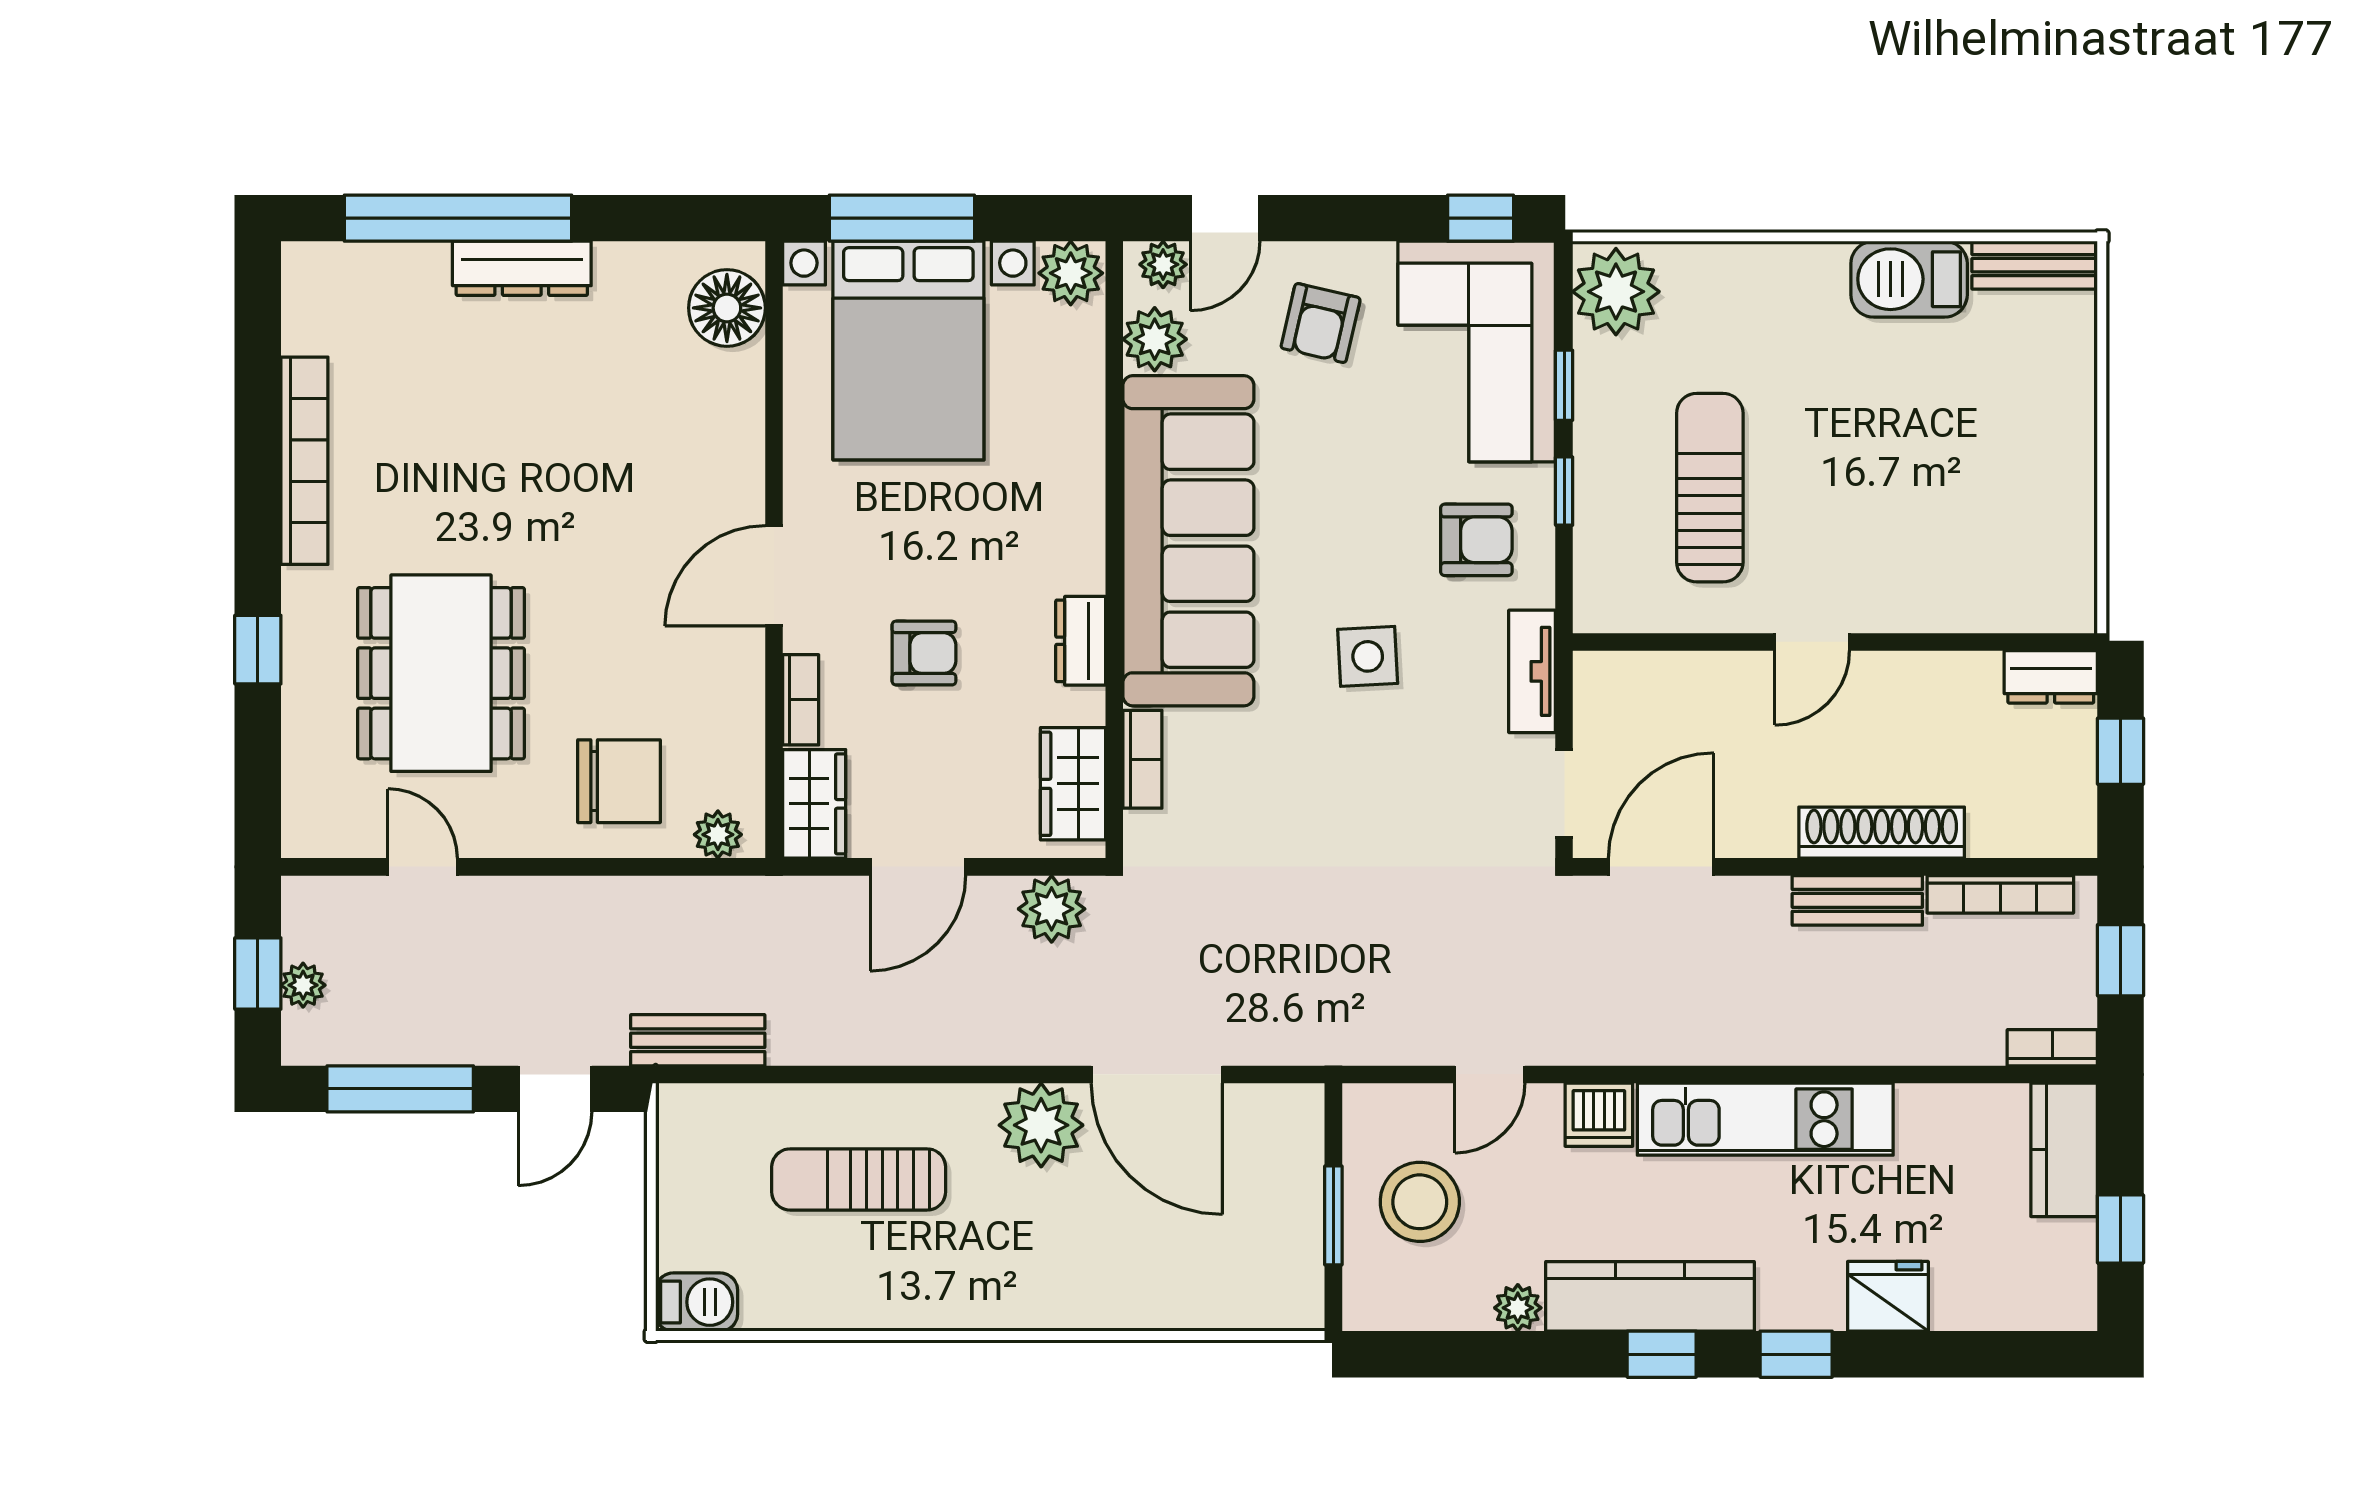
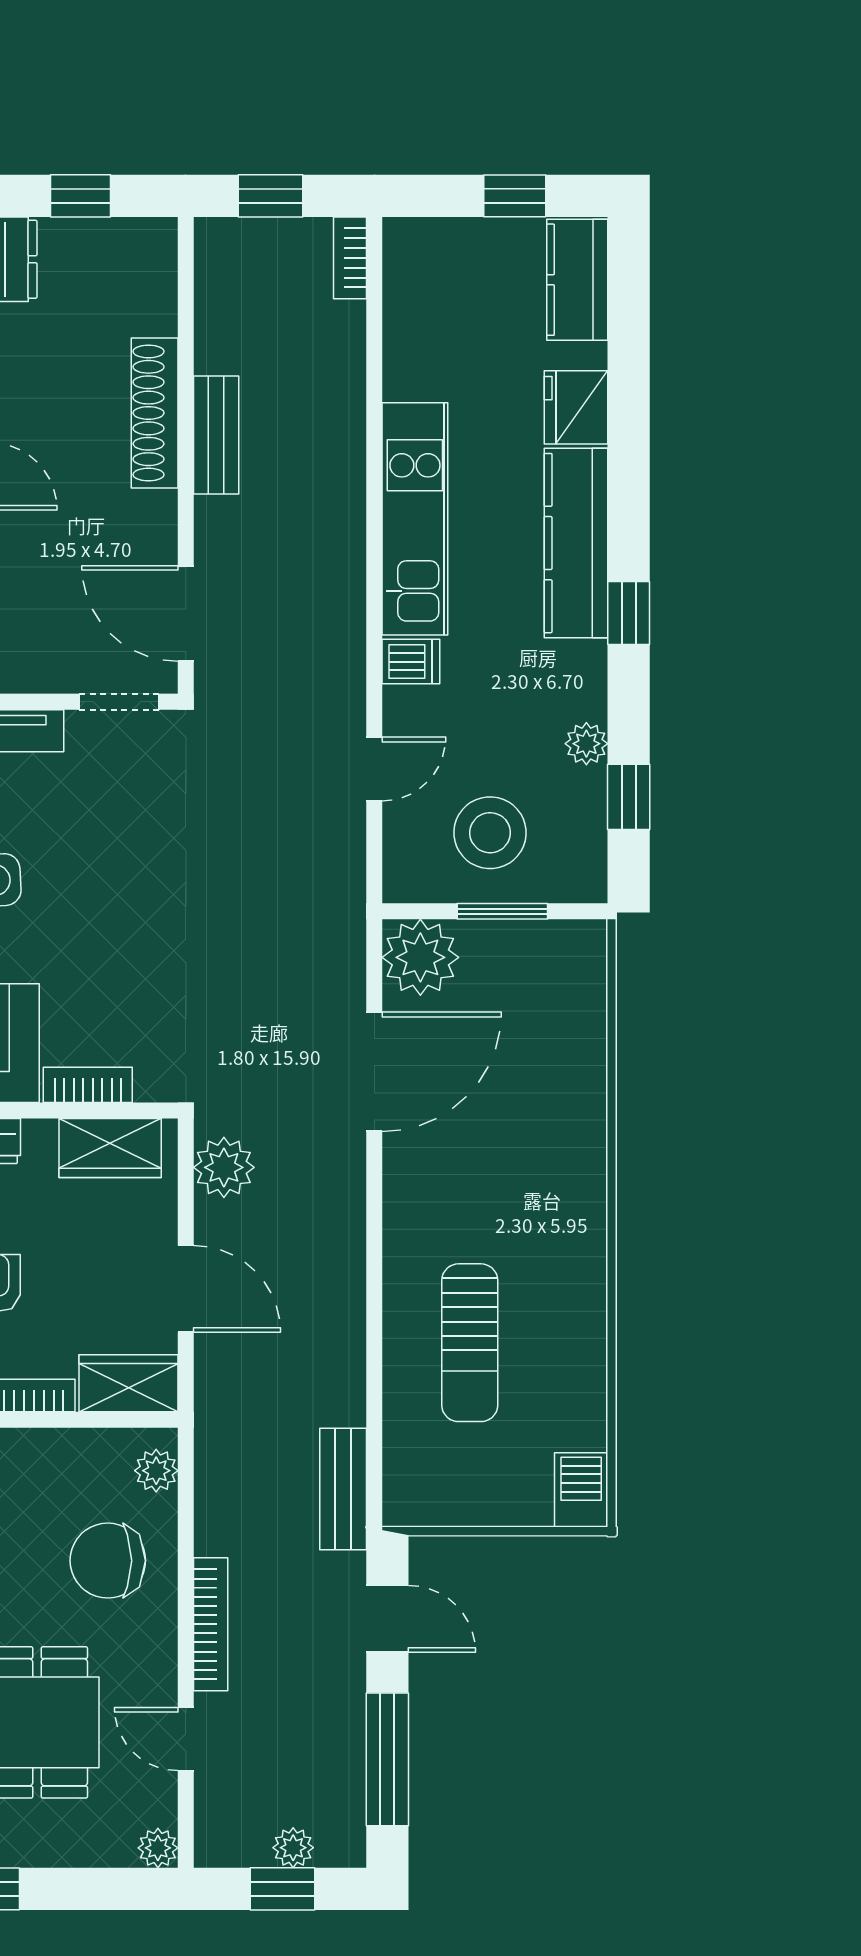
chair: (619, 781) -> (108, 1561), turned -90
plant: (303, 836) -> (158, 1848), added
door: (423, 867) -> (186, 1739), hinge flipped
bookcase: (2000, 894) -> (211, 1624), moved
door: (1490, 1074) -> (374, 769), hinge flipped
dishwasher: (1599, 1115) -> (411, 662), width x0.73
plant: (1041, 1125) -> (420, 957), moved
kitchen counter: (2064, 1150) -> (577, 280), moved, turned 90
kitchen counter: (1650, 1296) -> (576, 543), moved
window: (1796, 1354) -> (629, 797), moved

